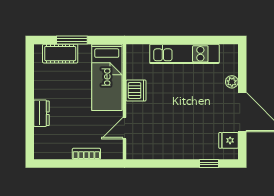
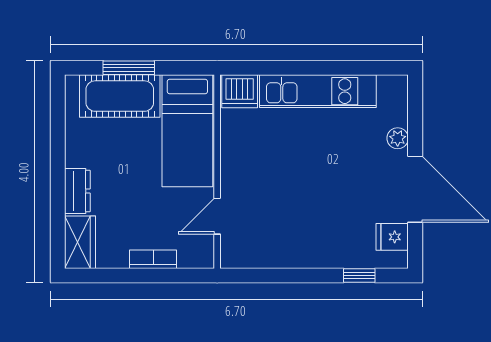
cot: (60, 54) -> (120, 96), width x1.37, depth x1.34
dishwasher: (136, 91) -> (240, 91), moved, turned 90
wardrobe: (43, 144) -> (80, 242), added

